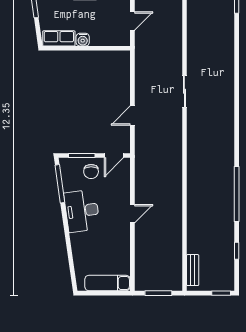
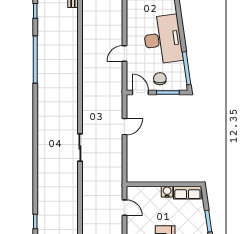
door: (132, 21) -> (125, 208), swing flipped
door: (114, 156) -> (140, 92), hinge flipped
desk: (82, 211) -> (163, 39), width x1.36, depth x1.30
door: (132, 214) -> (125, 53), moved

